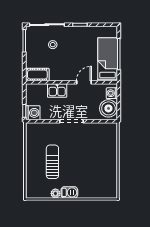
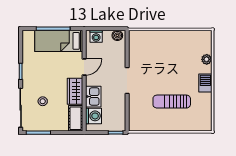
wardrobe: (62, 74) -> (75, 91), added
door: (84, 82) -> (84, 67), swing flipped
boiler: (108, 108) -> (117, 35), width x0.54, depth x0.54
washing machine: (33, 113) -> (93, 116), moved, turned 90
plant: (55, 193) -> (207, 59), moved

